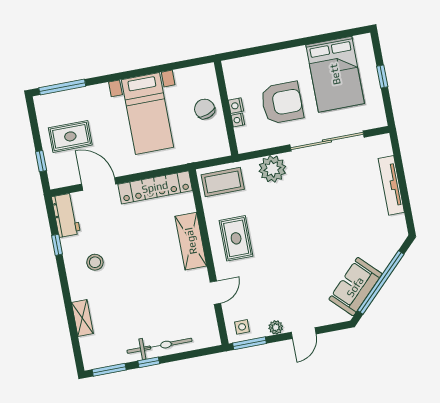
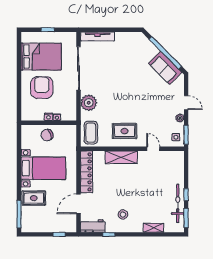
armchair: (282, 103) -> (42, 88), moved
rug: (70, 136) -> (34, 198), moved, turned 90
tv unit: (391, 185) -> (98, 36), moved
bicycle: (160, 346) -> (178, 203), moved

